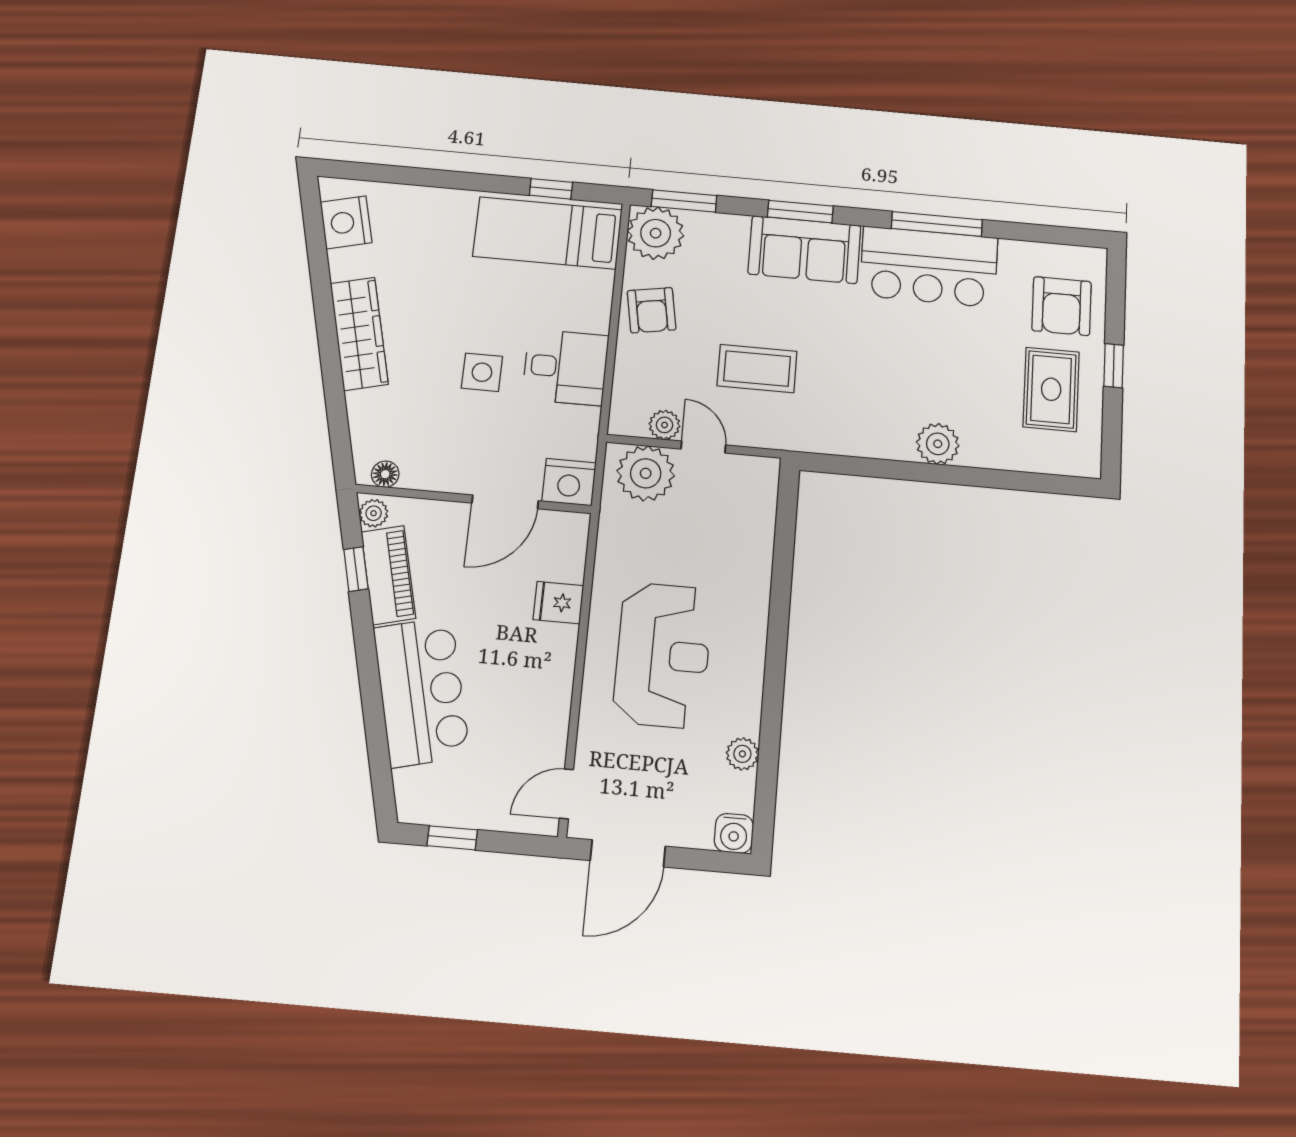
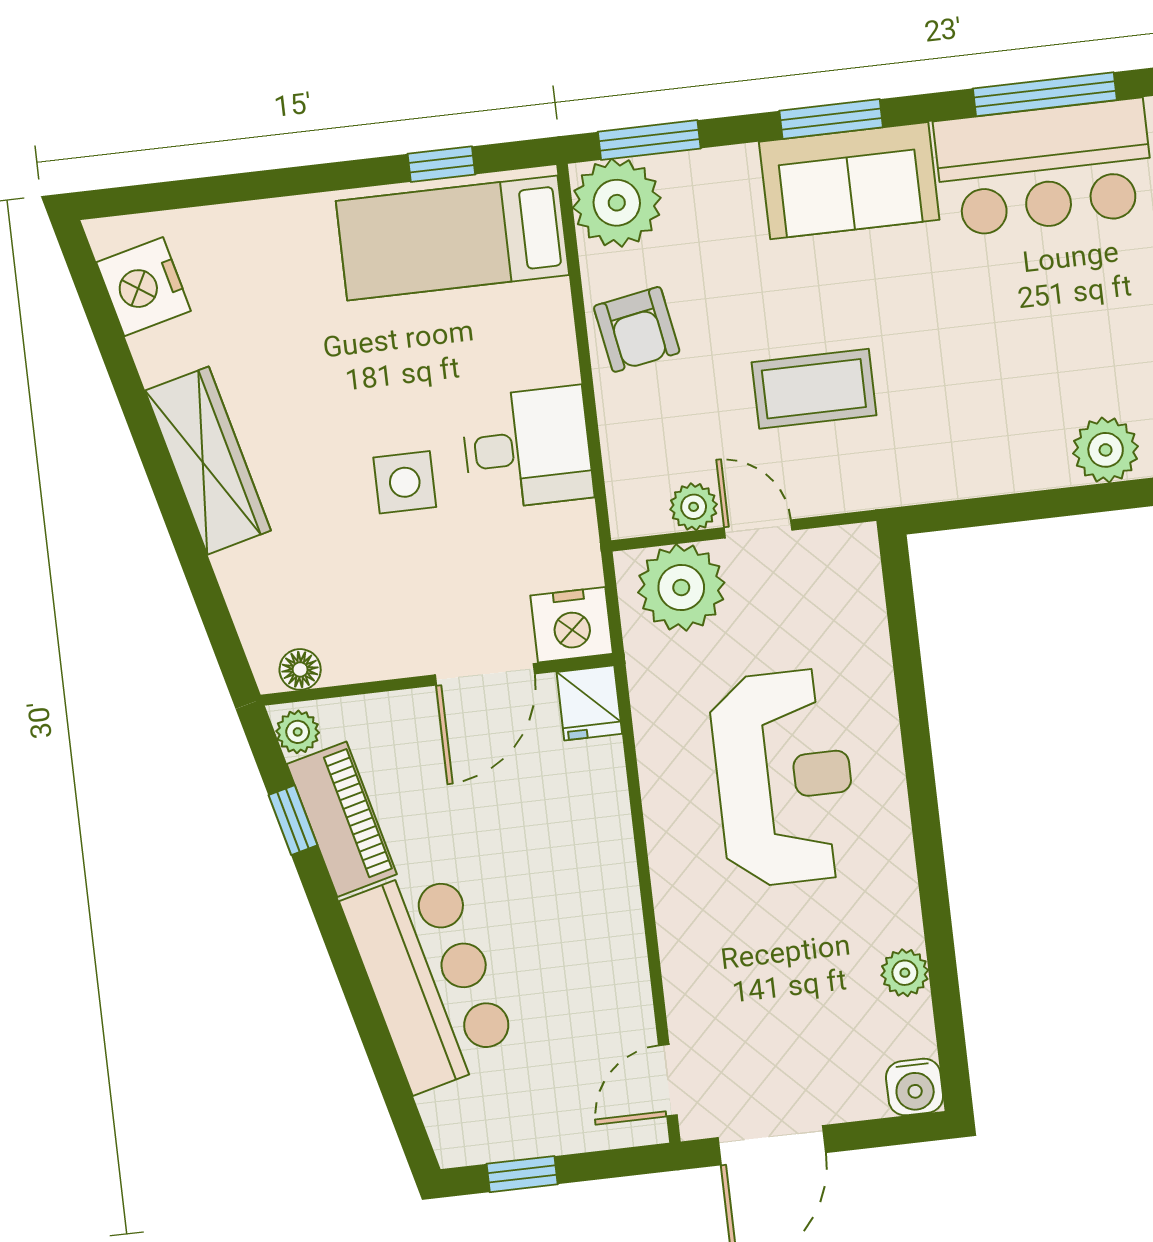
fridge: (558, 603) -> (589, 703), moved, turned -90
reception desk: (663, 655) -> (784, 778), moved

